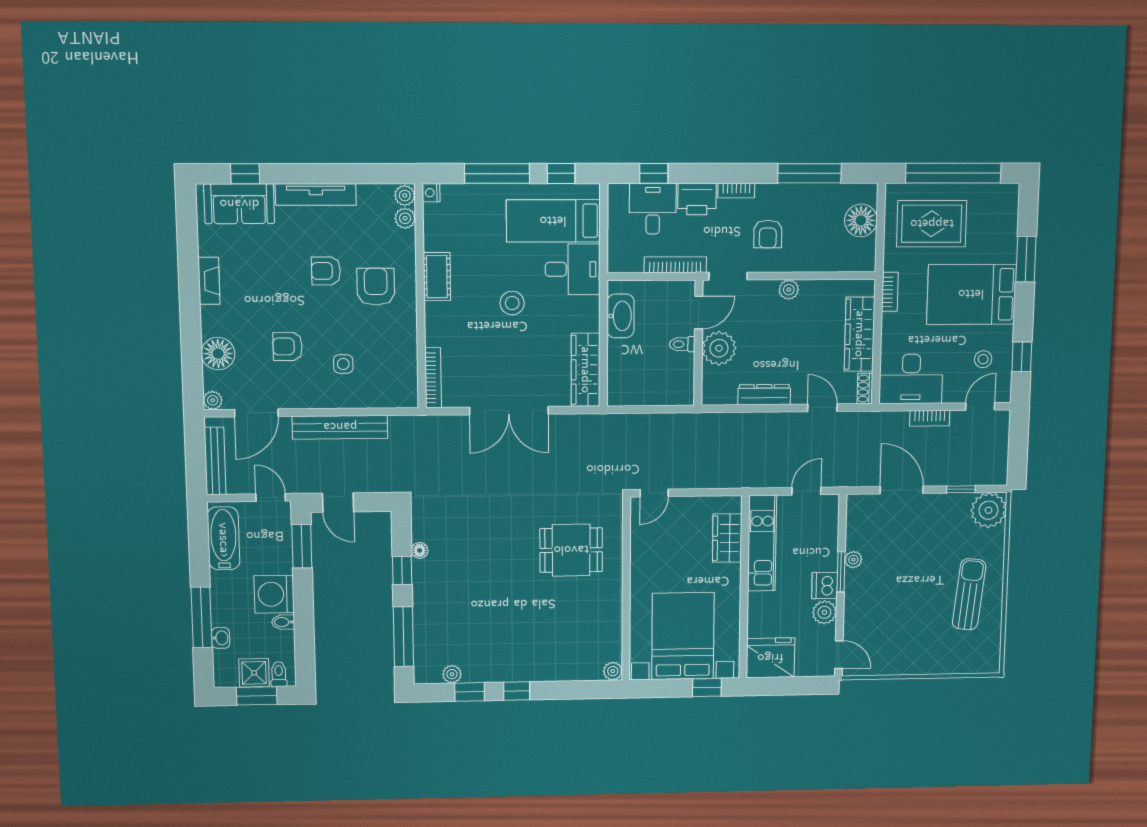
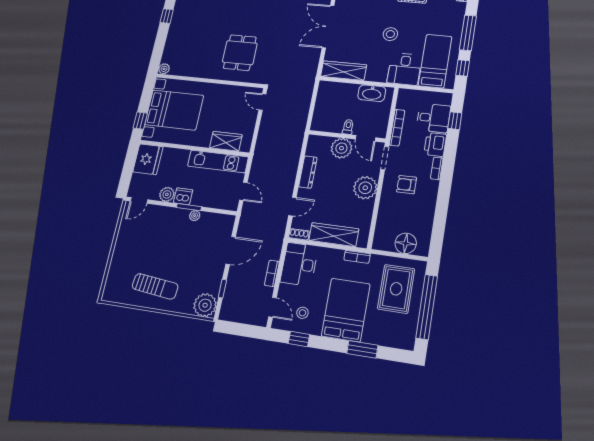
window: (809, 173) -> (441, 214), removed
plant: (789, 290) -> (365, 188), width x1.88, depth x1.88

